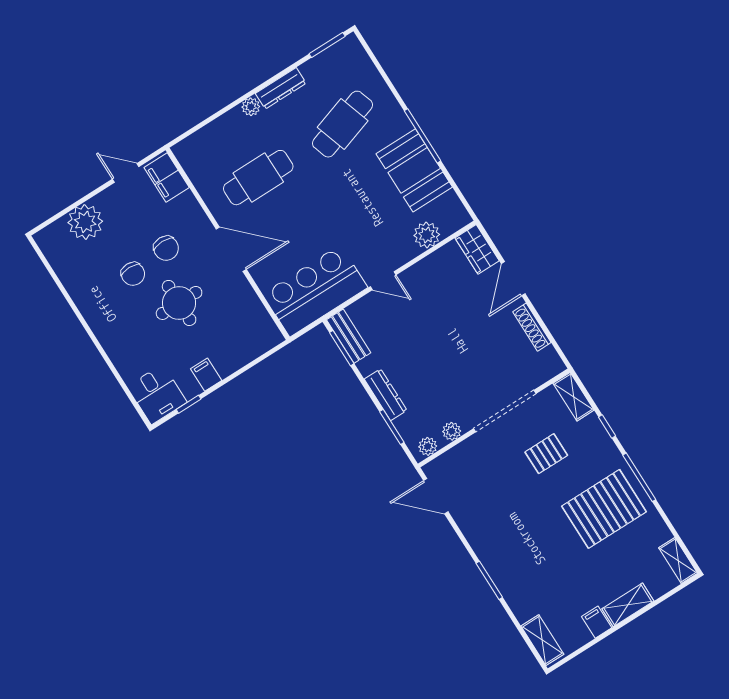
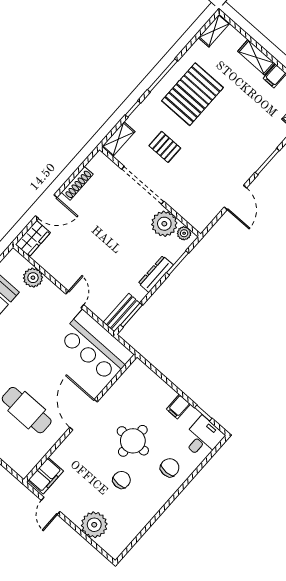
chair: (166, 248) -> (170, 468), moved
plant: (452, 431) -> (164, 224), width x1.88, depth x1.88
door: (436, 496) -> (235, 197), moved
pallet: (604, 509) -> (192, 94), turned 90

